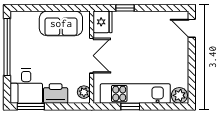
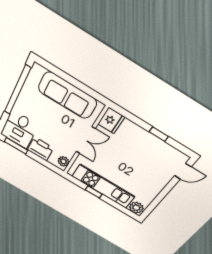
window: (125, 8) -> (159, 134), moved
sofa: (61, 23) -> (67, 95), width x1.36
door: (192, 28) -> (183, 171), swing flipped

